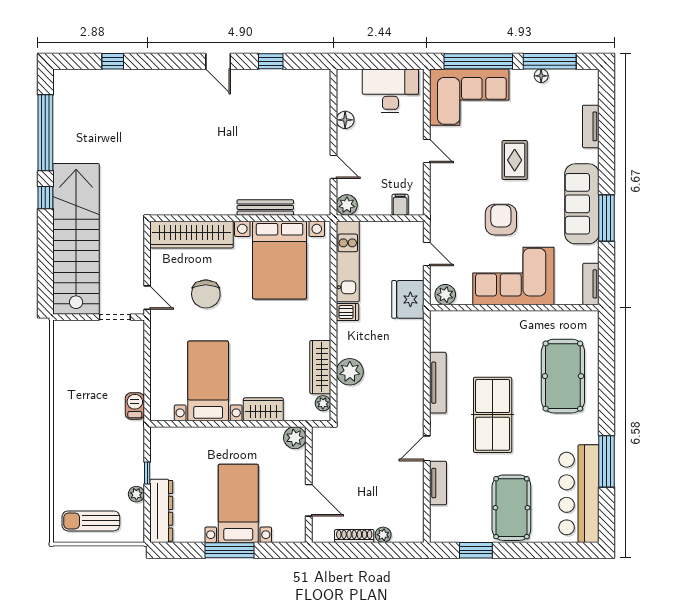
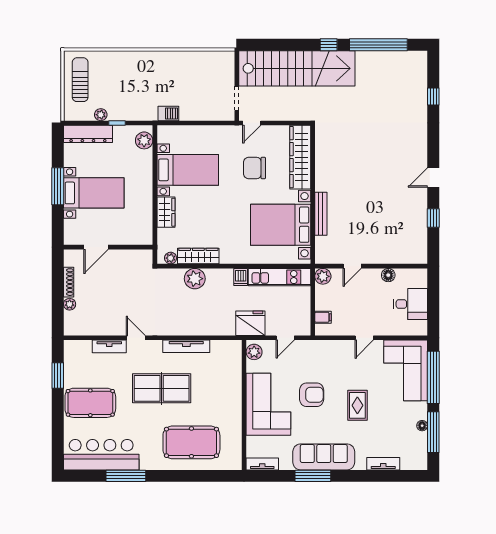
desk: (390, 91) -> (410, 304), width x0.73
rug: (515, 160) -> (357, 405), turned 90
plant: (295, 438) -> (144, 140), moved

